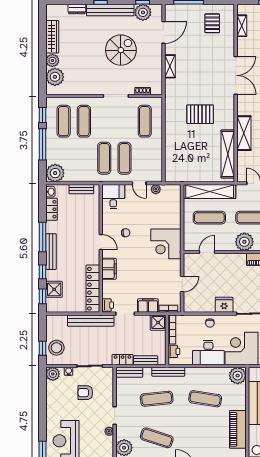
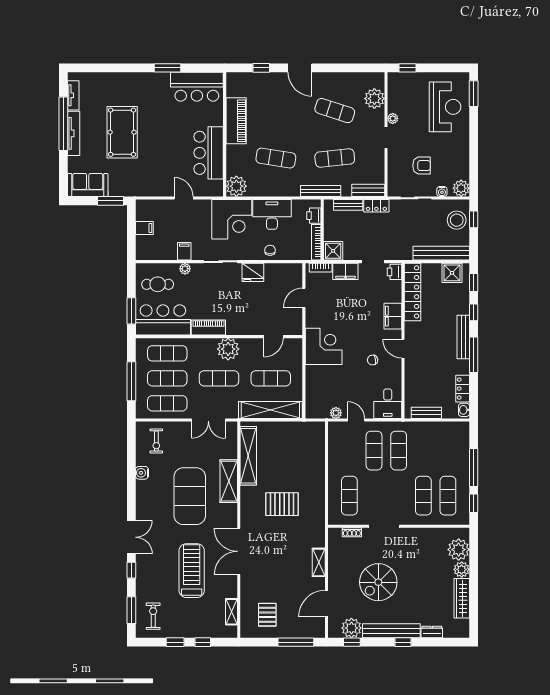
plant: (55, 173) -> (458, 433), removed
shower: (54, 289) -> (452, 273), moved
bench: (91, 321) -> (441, 253), moved

